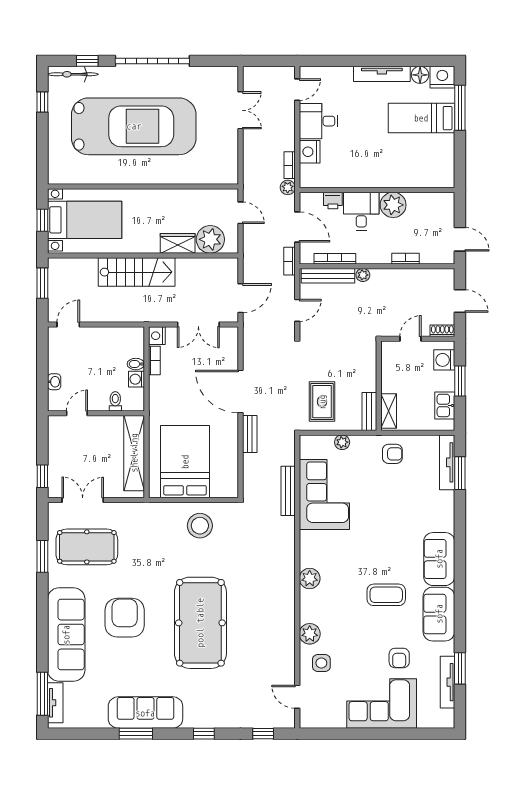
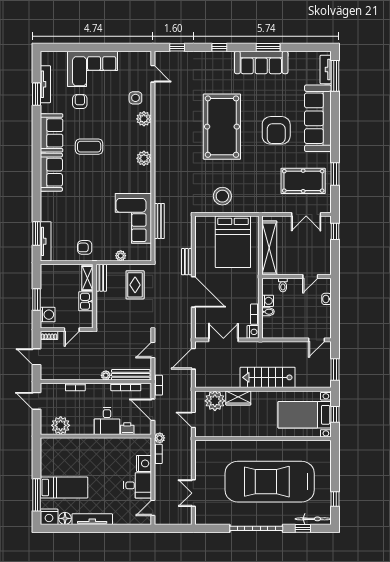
plant: (393, 205) -> (61, 425), moved
kitchen sink: (445, 405) -> (86, 301), moved, turned 180

